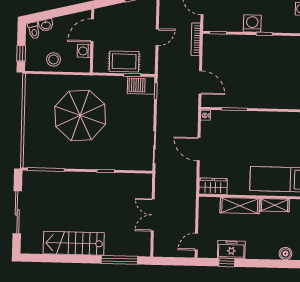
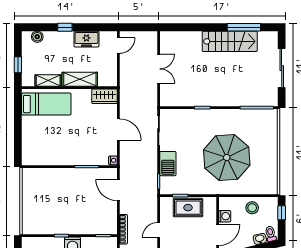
barbecue: (141, 85) -> (168, 164), moved, turned 90
window: (119, 260) -> (244, 27), moved
window: (227, 262) -> (65, 27), moved

